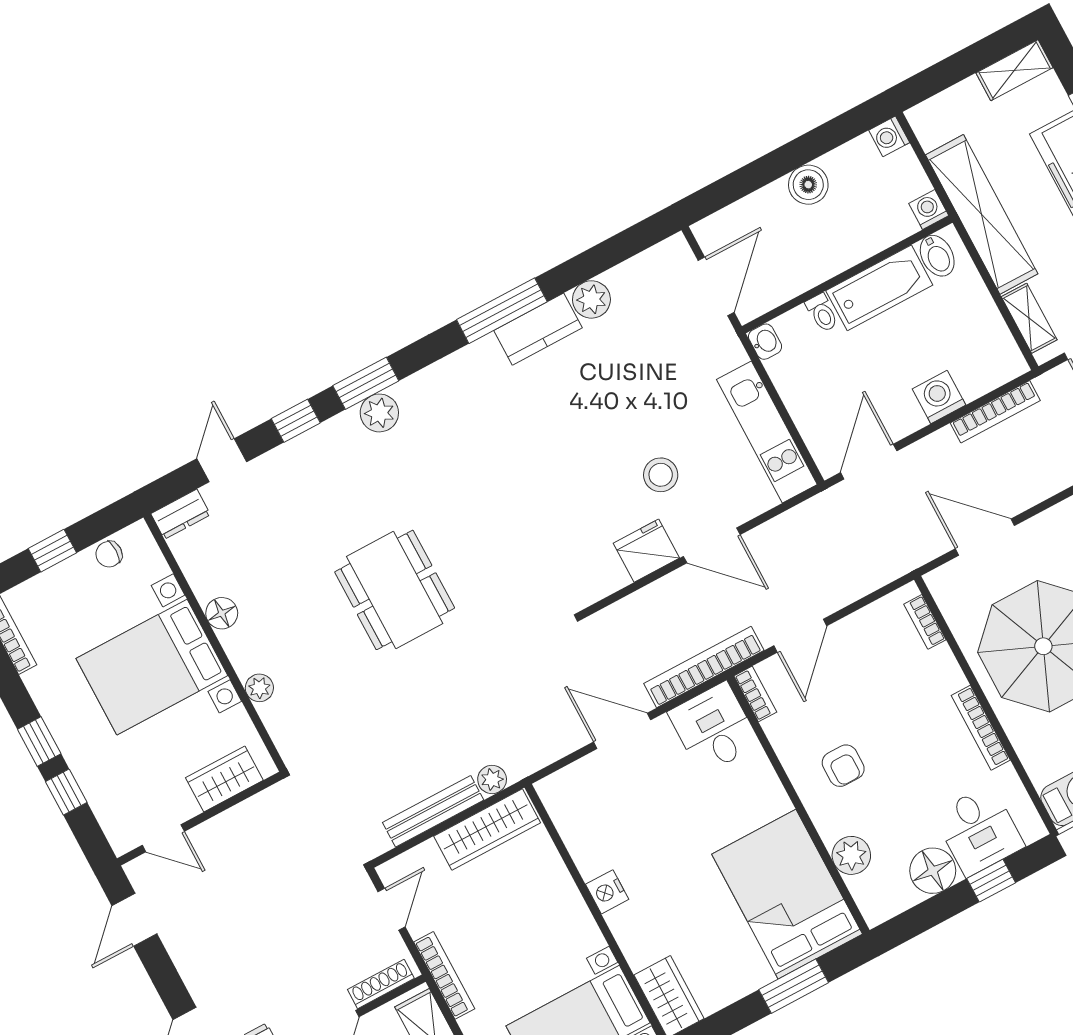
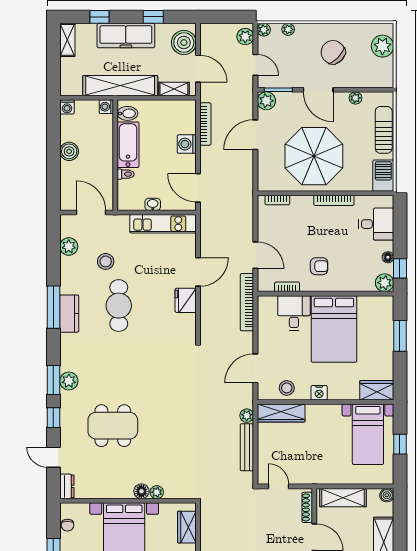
plant: (591, 299) -> (69, 246), moved
kitchen counter: (538, 329) -> (69, 314), moved
washbasin: (765, 342) -> (153, 204), moved
cafe table: (570, 431) -> (119, 306), added
stool: (661, 475) -> (106, 261), moved
door: (985, 537) -> (255, 135), moved
dining table: (395, 590) -> (113, 426), moved
floor lamp: (222, 613) -> (141, 491), moved
bookcase: (755, 694) -> (287, 287), moved
desk: (714, 728) -> (294, 313), moved, turned 90
door: (622, 731) -> (255, 368), moved
stool: (584, 827) -> (287, 388), added
wardrobe: (487, 829) -> (281, 413), moved, turned 90
plant: (851, 855) -> (385, 283), moved
floor lamp: (933, 871) -> (388, 257), width x0.53, depth x0.53
window: (991, 881) -> (400, 268), moved
bed: (787, 894) -> (334, 329), moved, turned -90
bookcase: (444, 975) -> (318, 479), removed

